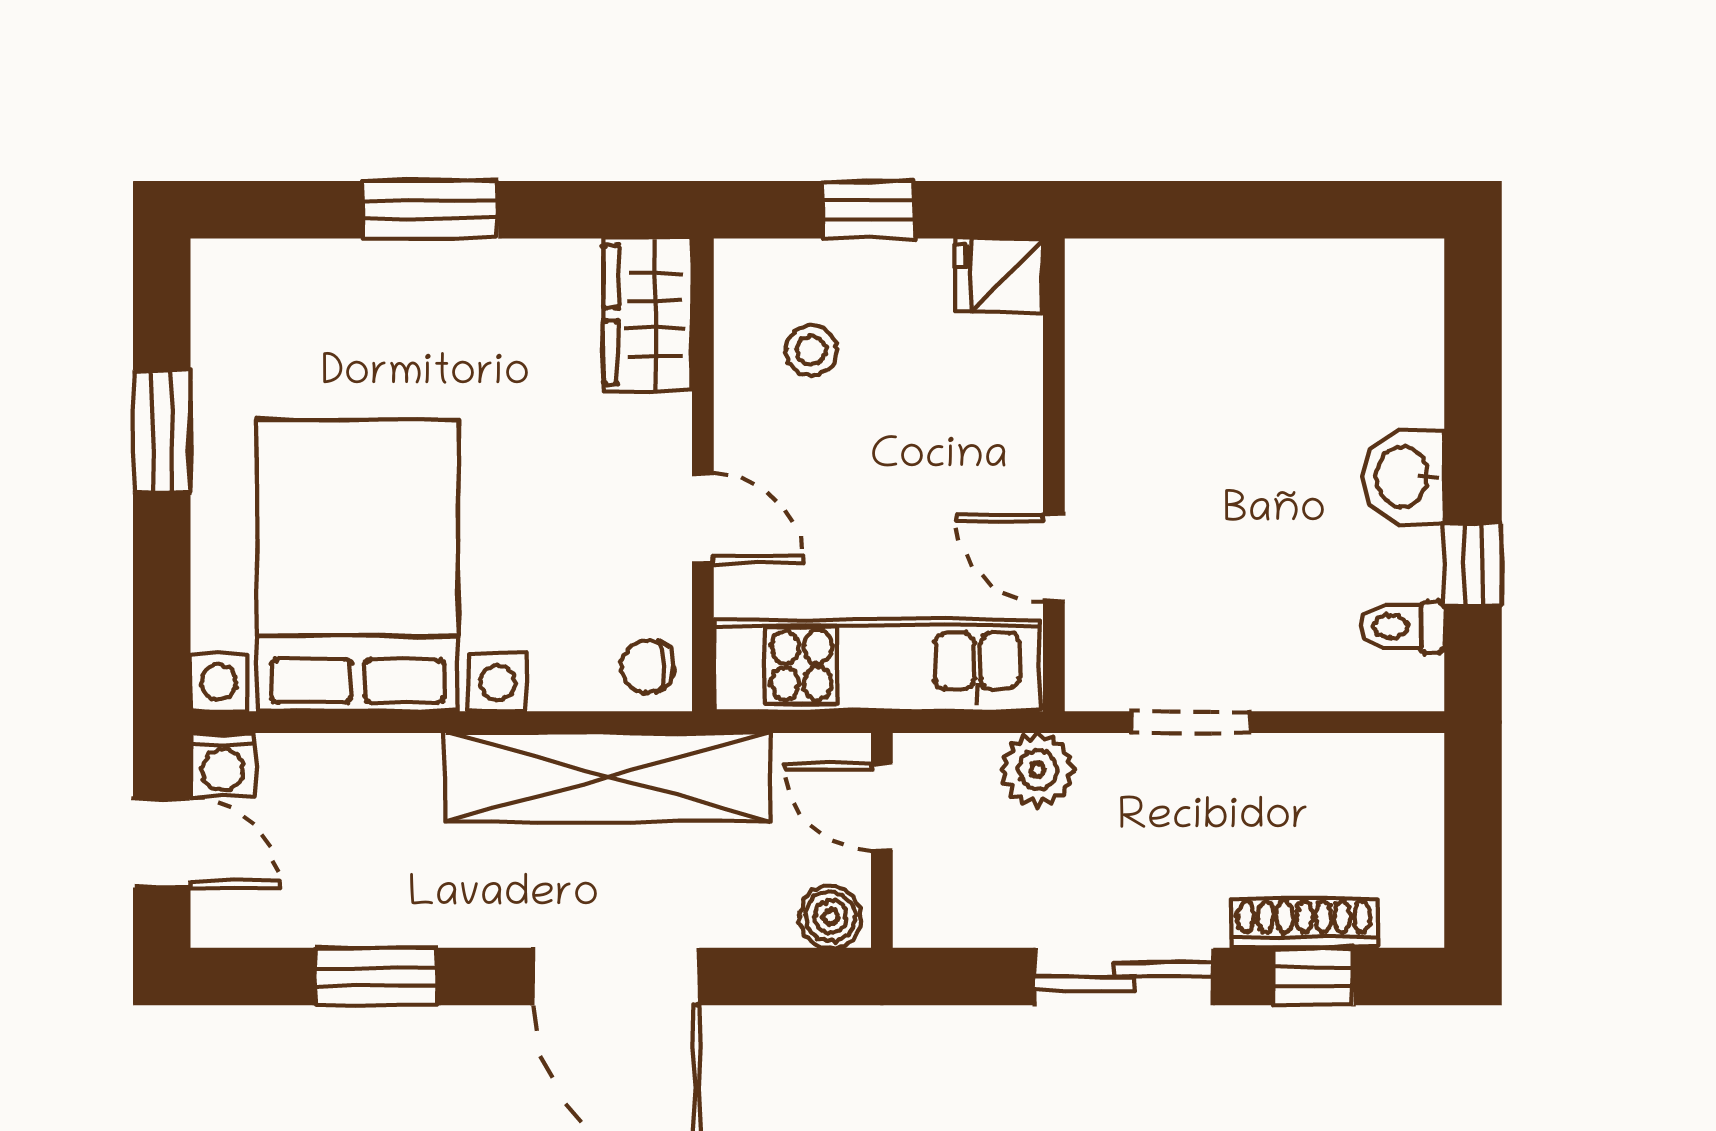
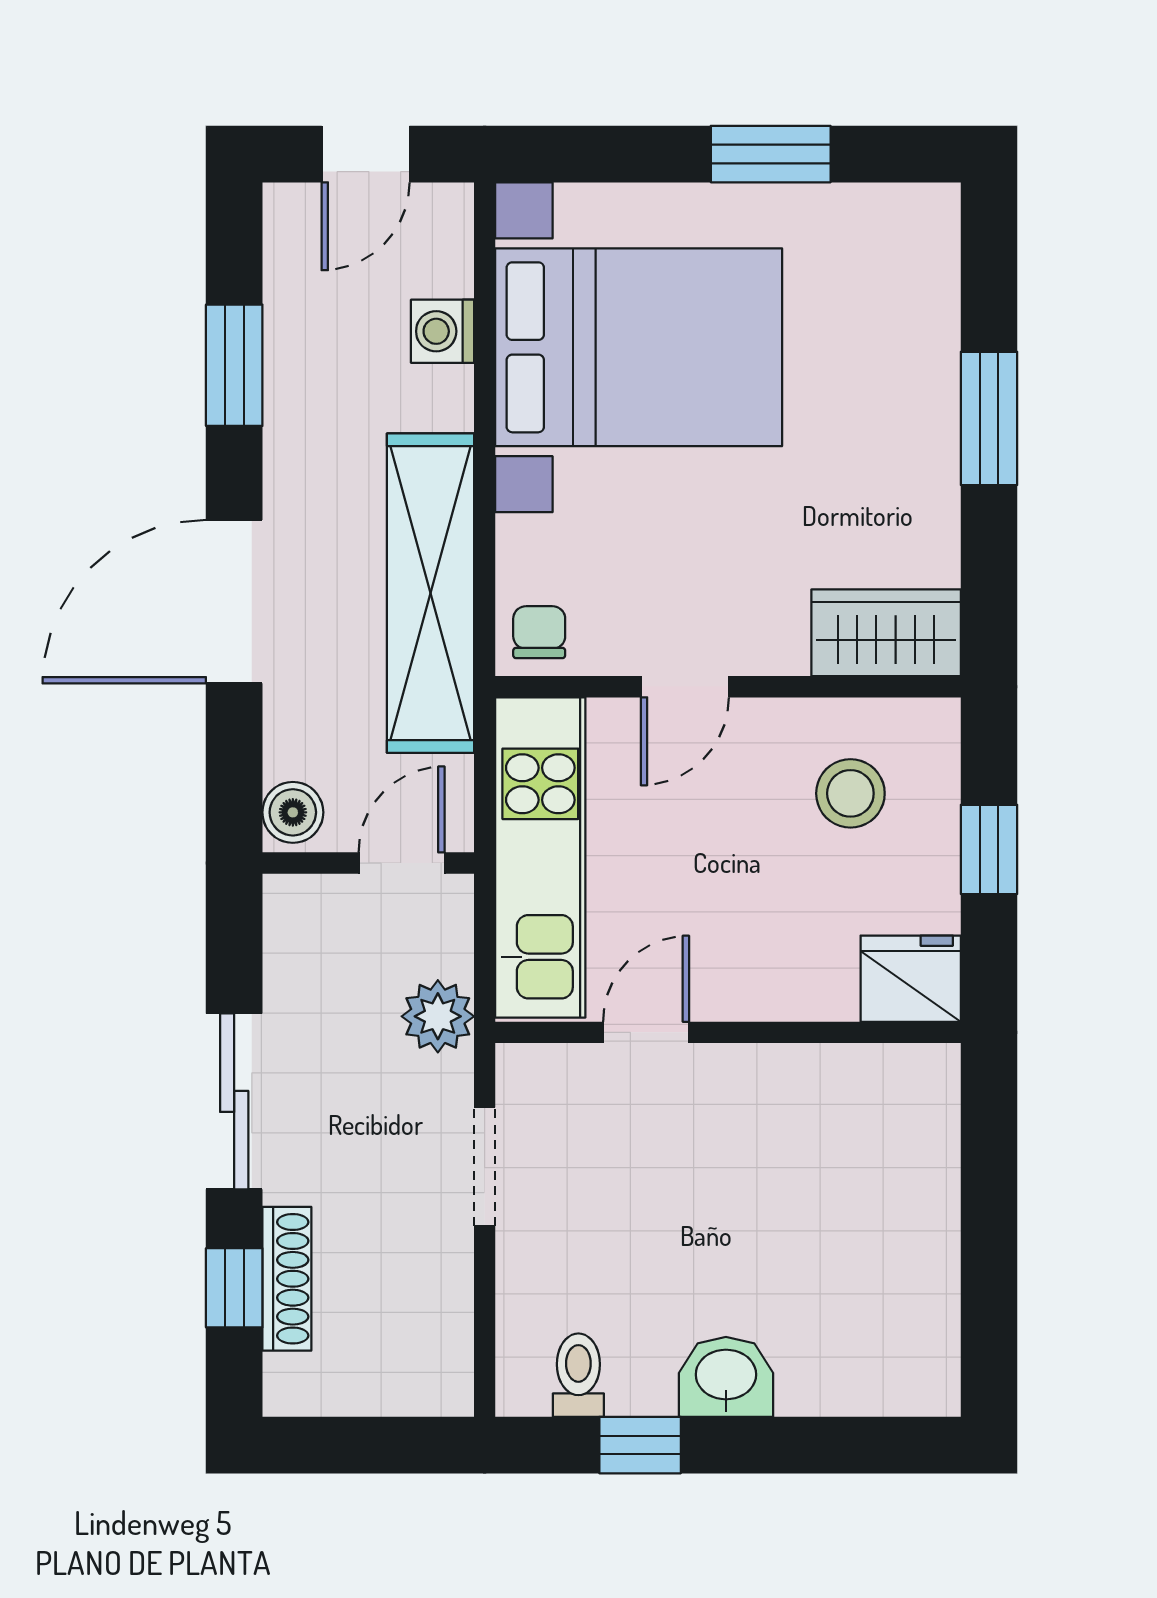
fridge: (999, 275) -> (911, 979), width x1.38
stool: (811, 350) -> (850, 793), width x1.37, depth x1.37
washing machine: (222, 765) -> (442, 331), moved

